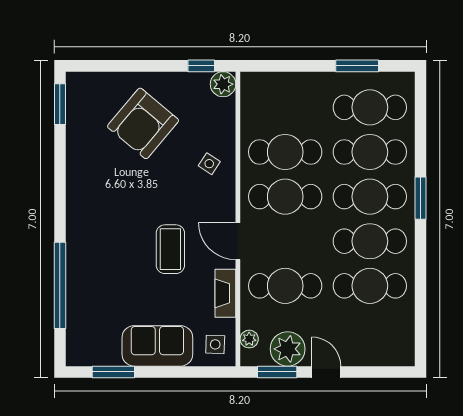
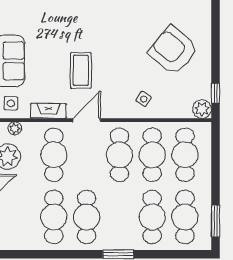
window: (357, 66) -> (215, 221), moved
cafe table: (370, 197) -> (185, 155), moved
coffee table: (170, 249) -> (81, 70), turned 90

